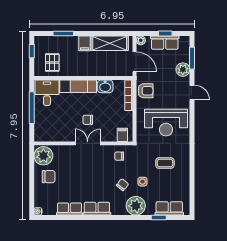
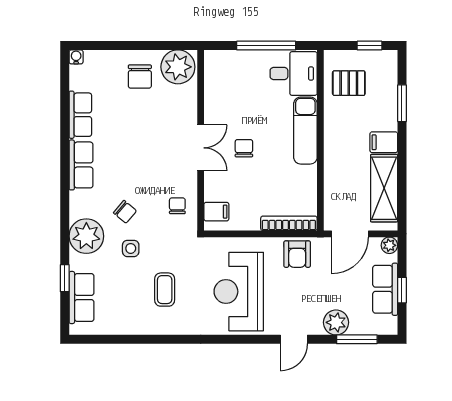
washbasin: (105, 86) -> (305, 180), removed

